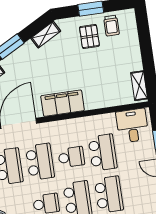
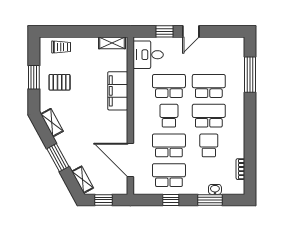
trolley: (111, 26) -> (61, 47), moved
filing cabinet: (63, 103) -> (118, 91), moved

